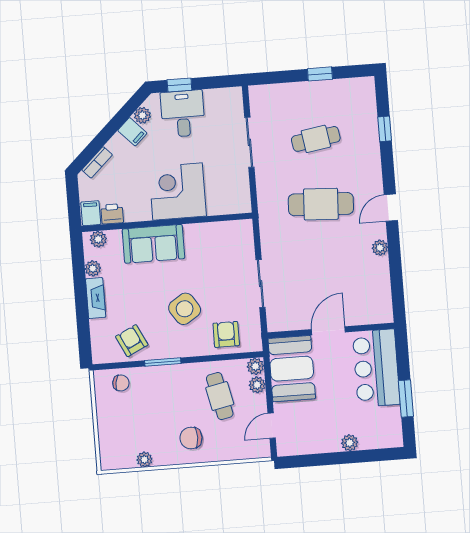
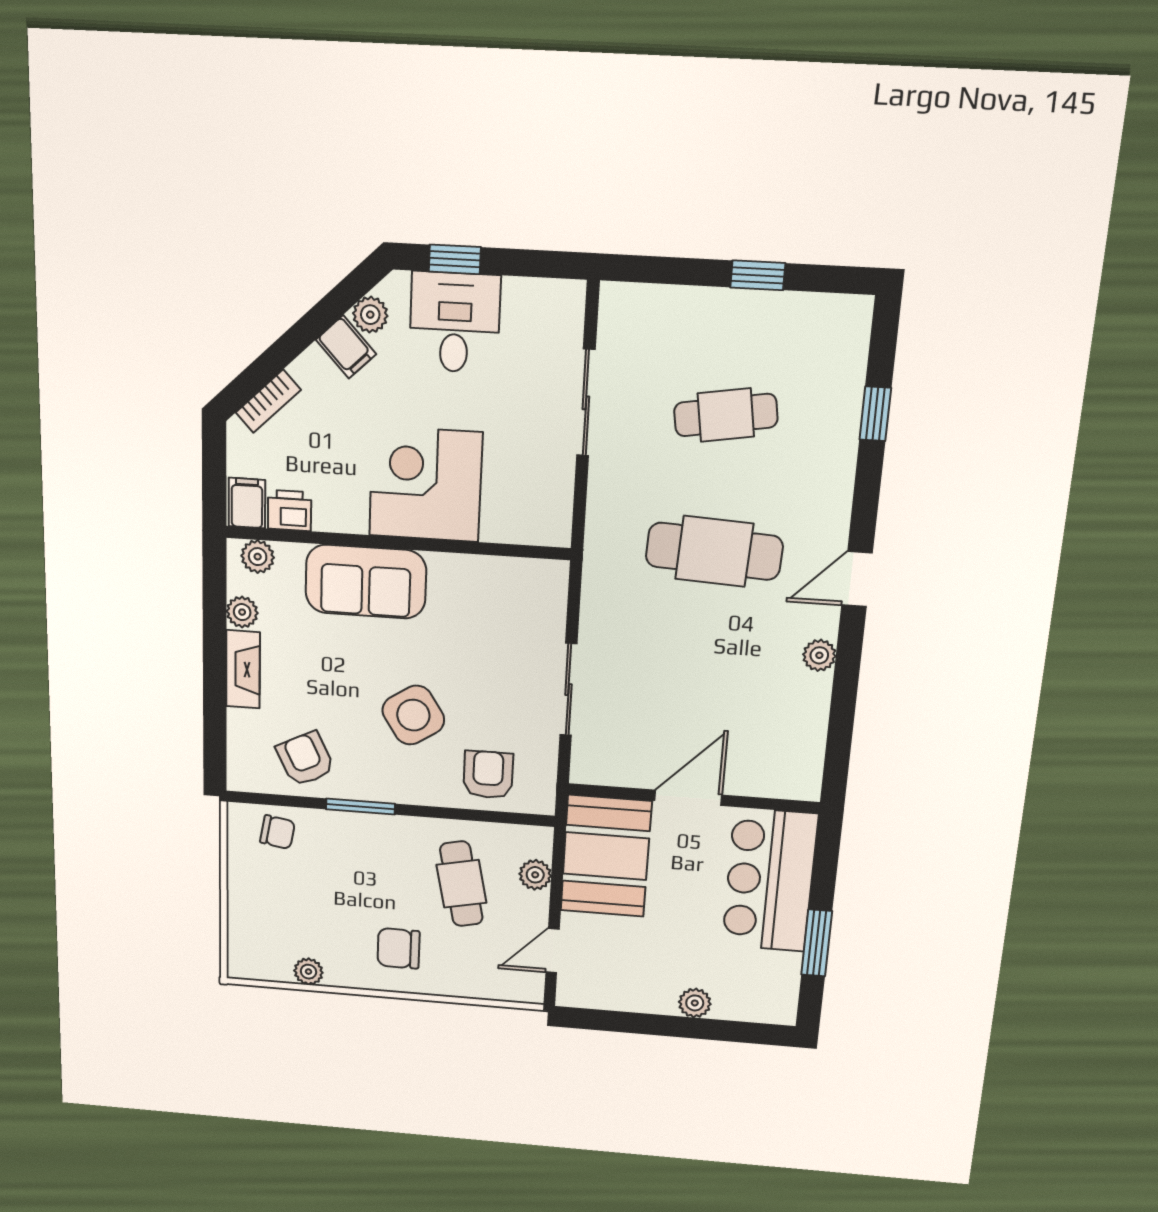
plant: (255, 366) -> (537, 841), removed

